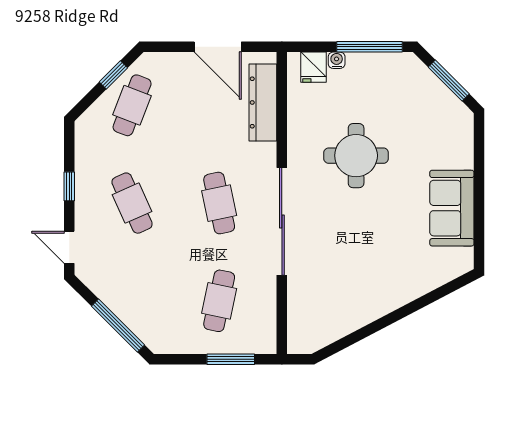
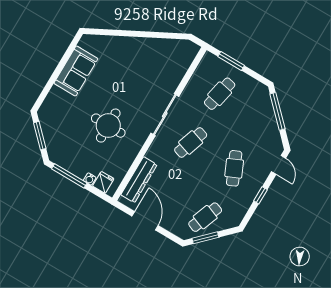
window: (113, 75) -> (205, 238), width x1.50
cafe table: (219, 203) -> (191, 142), turned 30
sliding door: (282, 221) -> (165, 115), width x0.73

